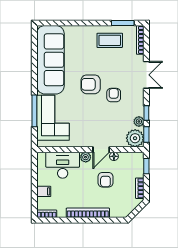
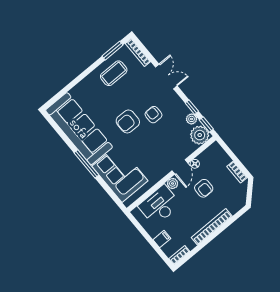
window: (34, 111) -> (86, 164), moved
window: (146, 166) -> (227, 150), removed

